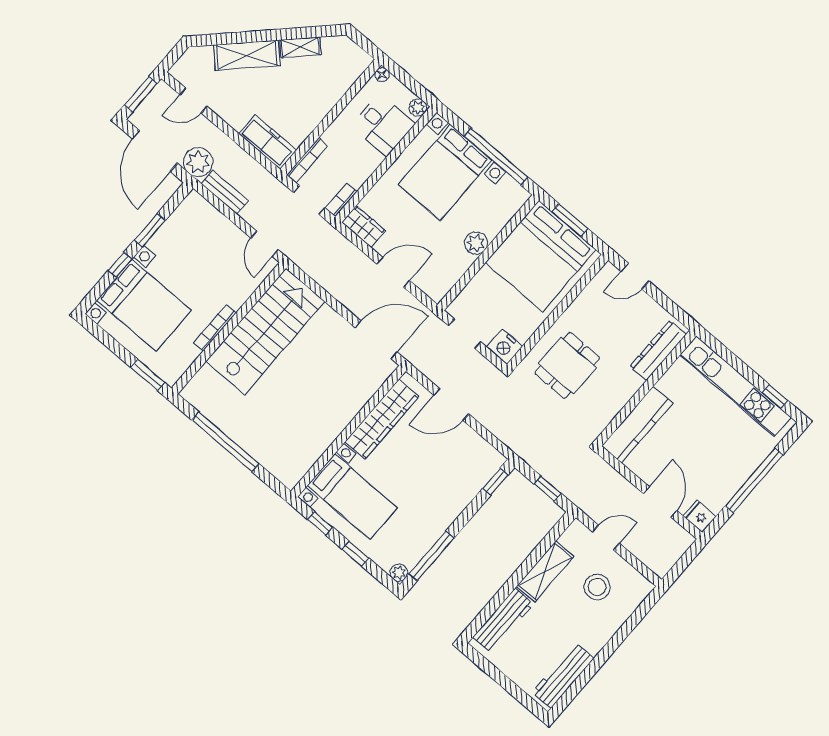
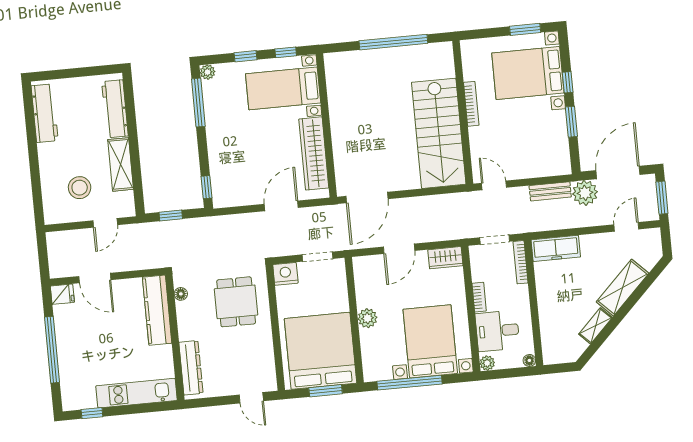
door: (155, 151) -> (618, 172), hinge flipped
bookcase: (341, 200) -> (479, 297), moved
door: (635, 276) -> (251, 398), swing flipped
window: (148, 375) -> (525, 29), moved
kitchen unit: (735, 386) -> (137, 393), width x0.73
floor lamp: (605, 418) -> (181, 294), added

